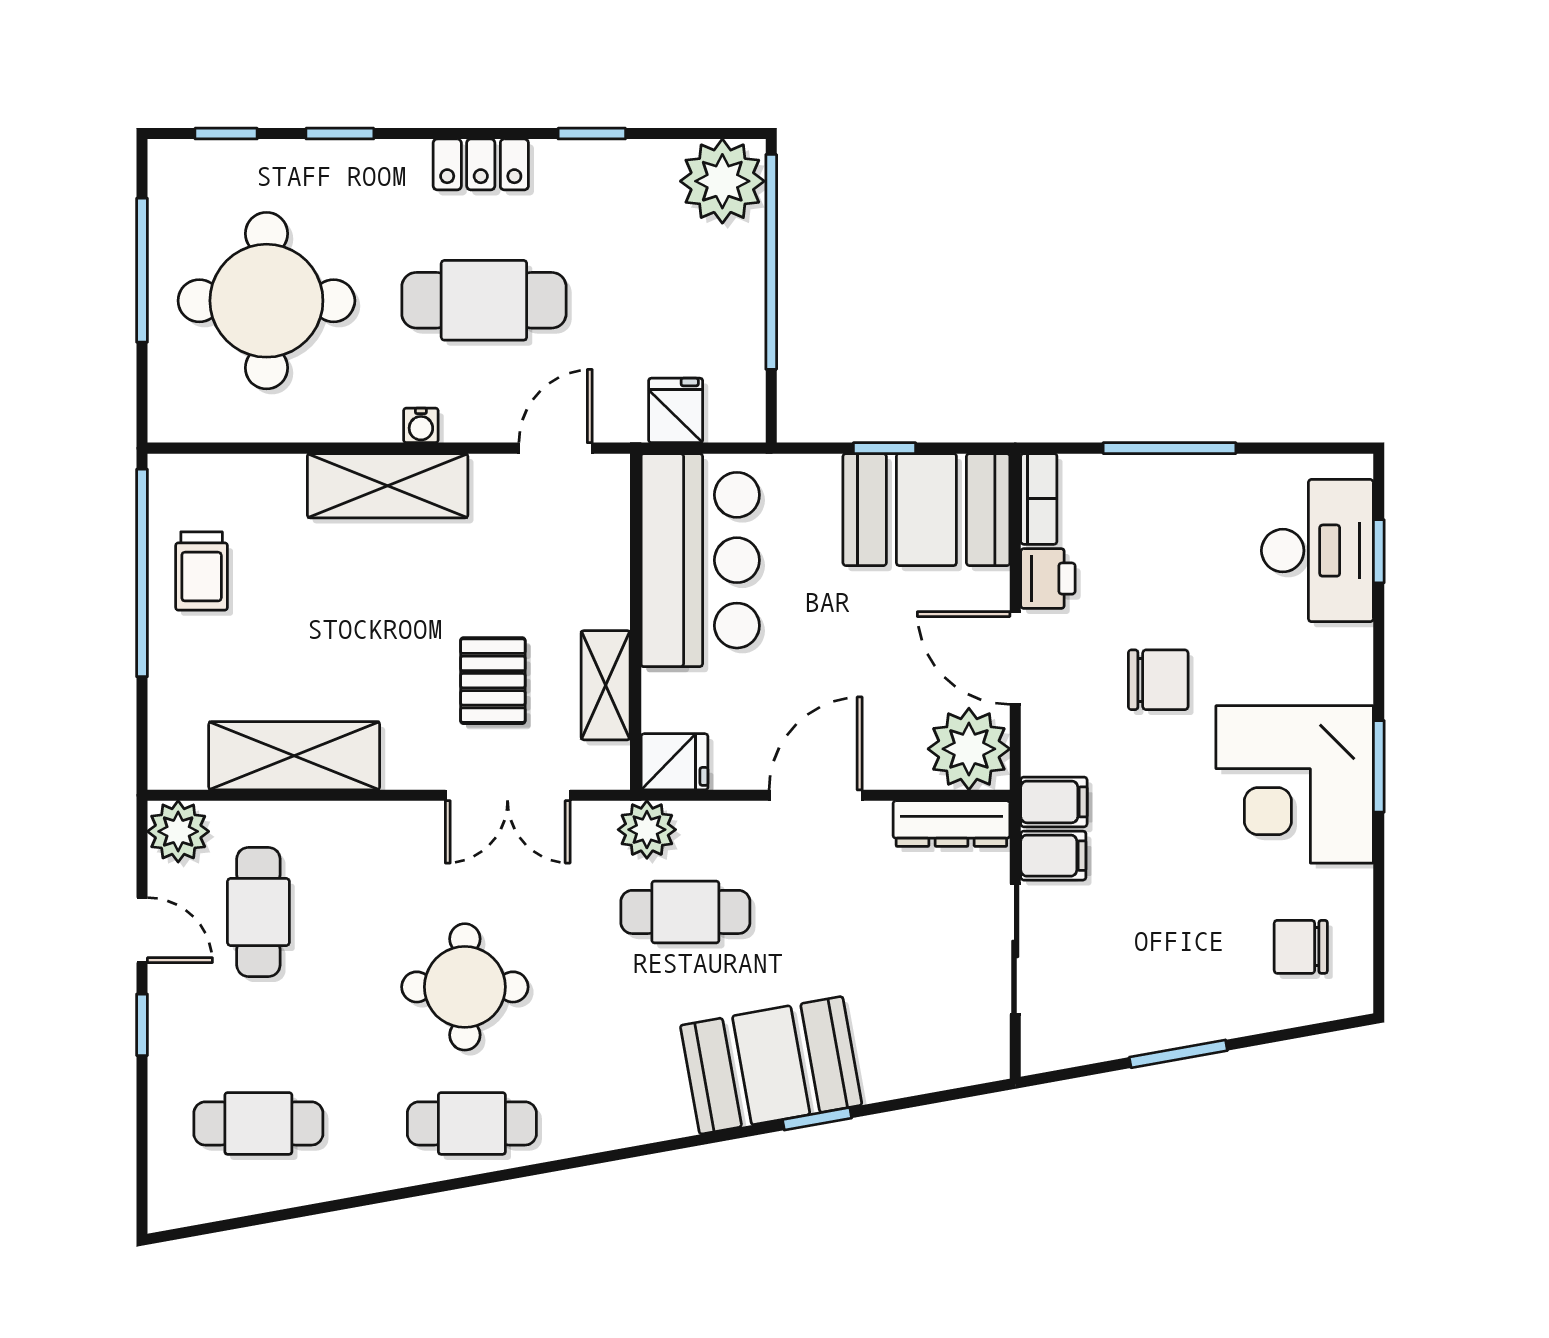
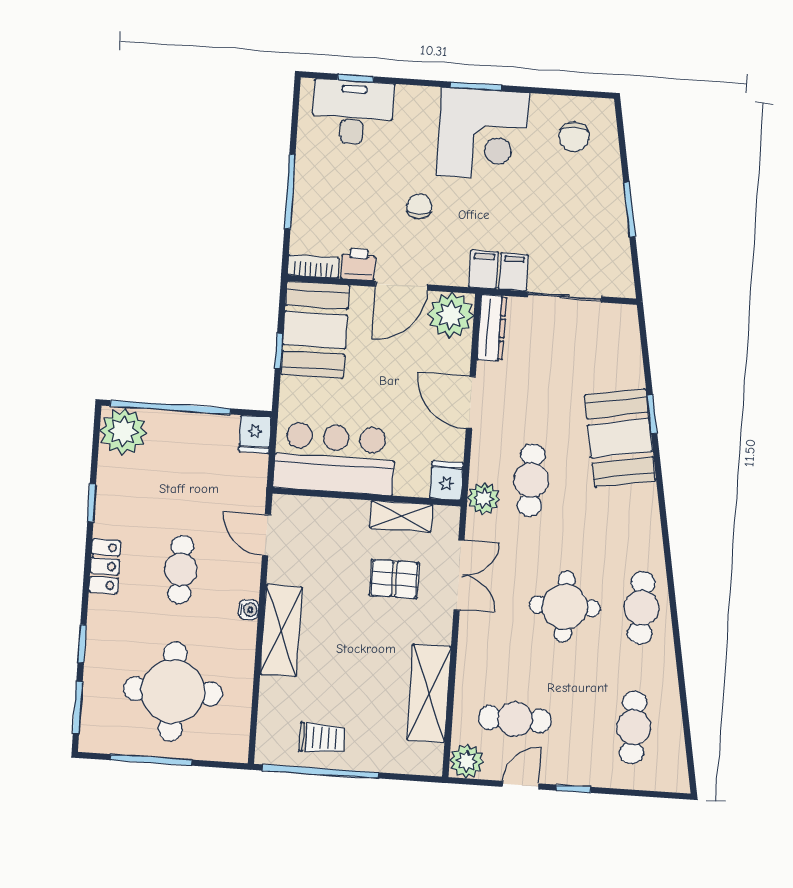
window: (226, 134) -> (78, 708), width x1.50
cafe table: (484, 300) -> (181, 570), width x0.73, depth x0.74
fridge: (676, 410) -> (255, 434), moved, turned -90
chair: (1158, 680) -> (419, 206), width x0.73, depth x0.73

